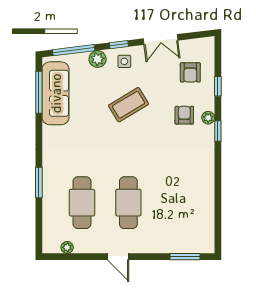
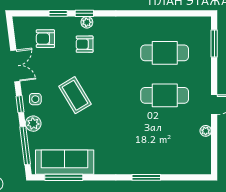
armchair: (190, 72) -> (45, 39), turned 180
window: (218, 131) -> (84, 13), moved
cafe table: (82, 203) -> (165, 53), moved
plant: (67, 247) -> (206, 131), moved

